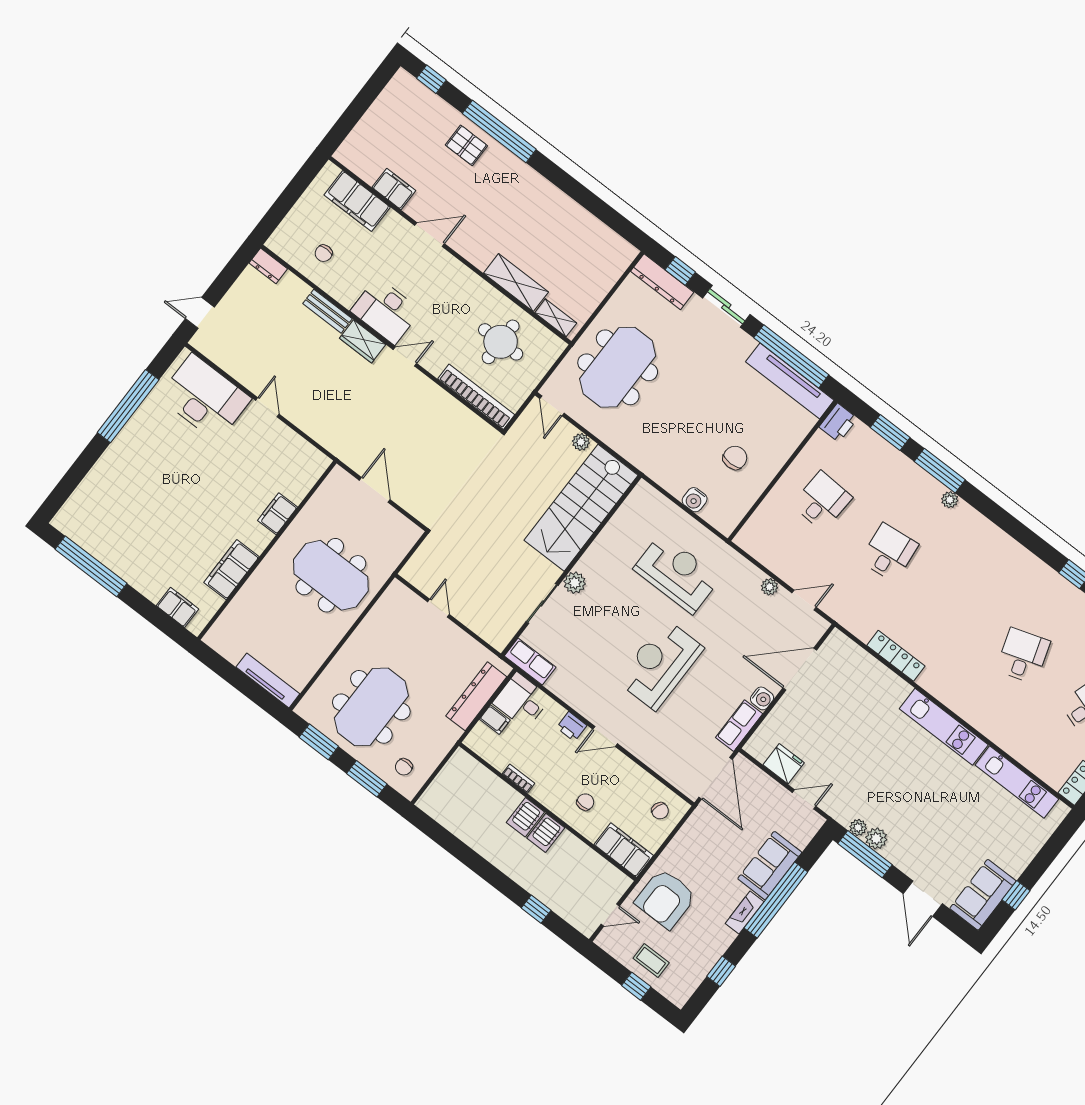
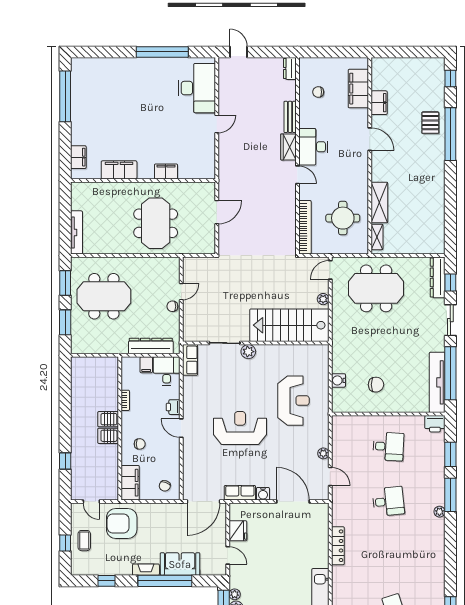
chair: (404, 767) -> (172, 306), moved

